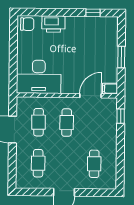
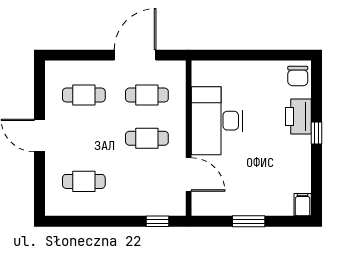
window: (93, 13) -> (316, 133), moved
desk: (39, 77) -> (217, 121), moved
filing cabinet: (110, 89) -> (303, 205), moved

